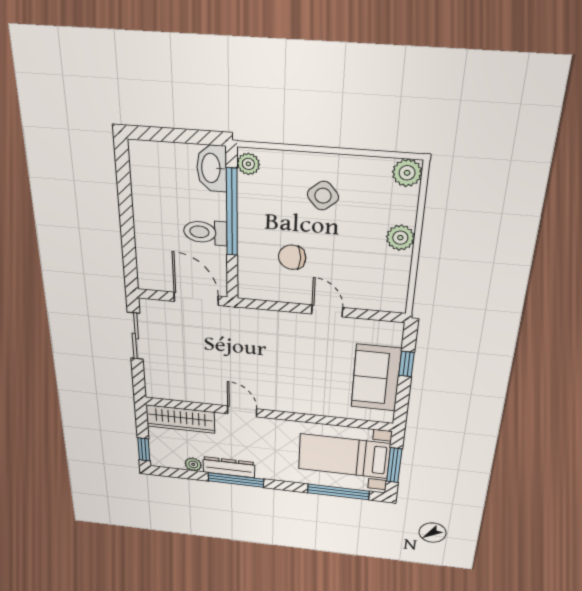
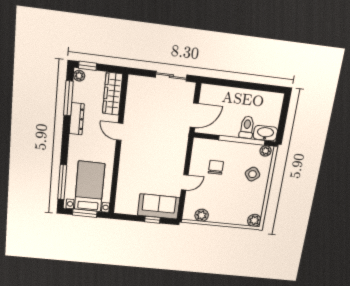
side table: (323, 196) -> (252, 174), moved
toilet: (205, 232) -> (247, 127), moved
plant: (400, 238) -> (202, 215), moved
sofa: (376, 378) -> (159, 206), moved
door: (242, 411) -> (120, 132), swing flipped
plant: (193, 464) -> (79, 76), moved
window: (236, 480) -> (68, 98), moved

